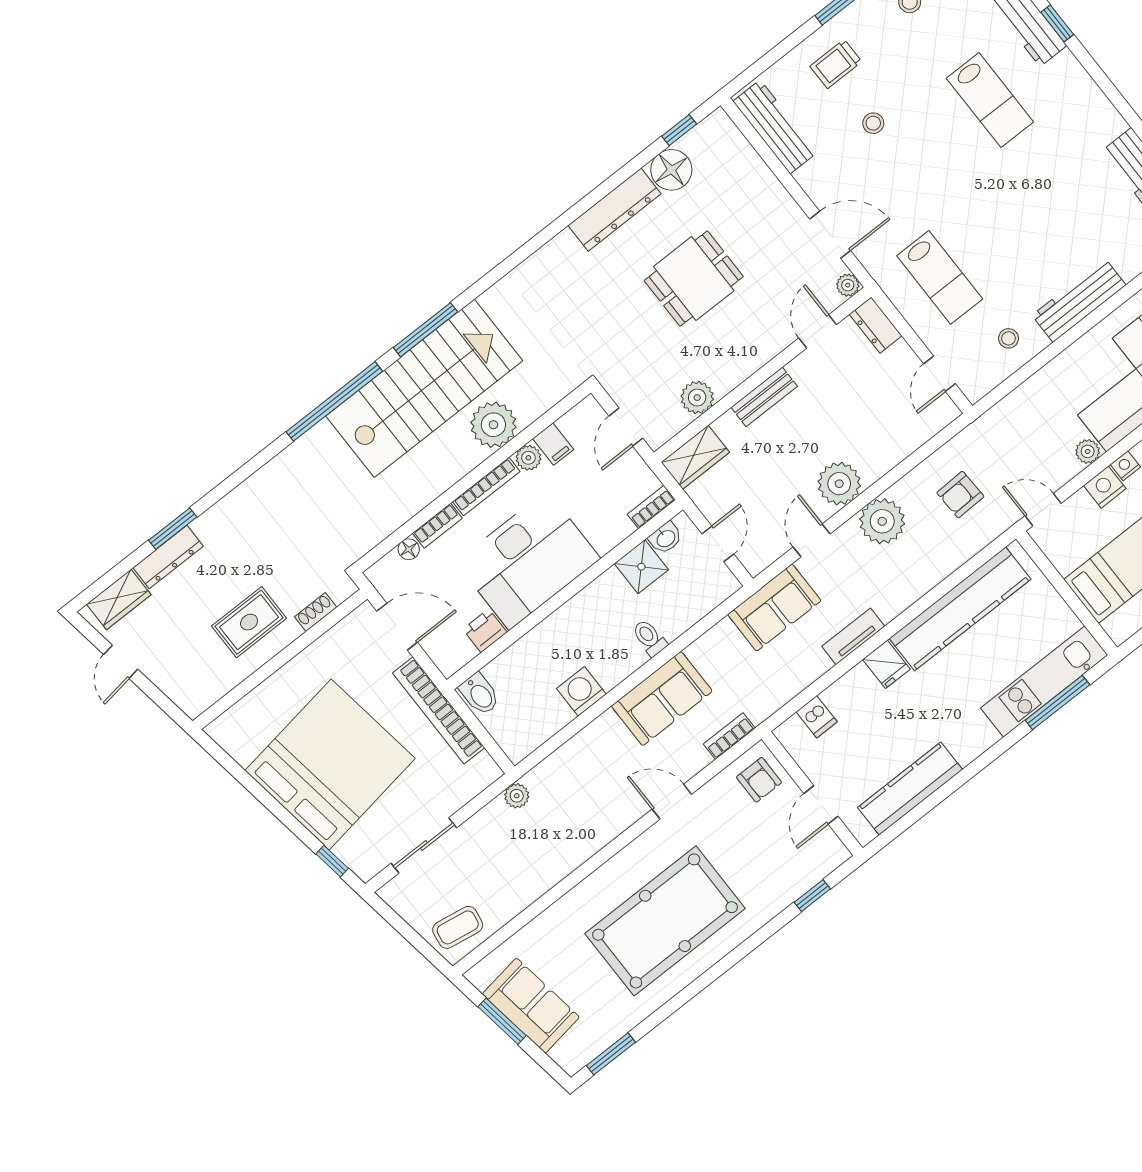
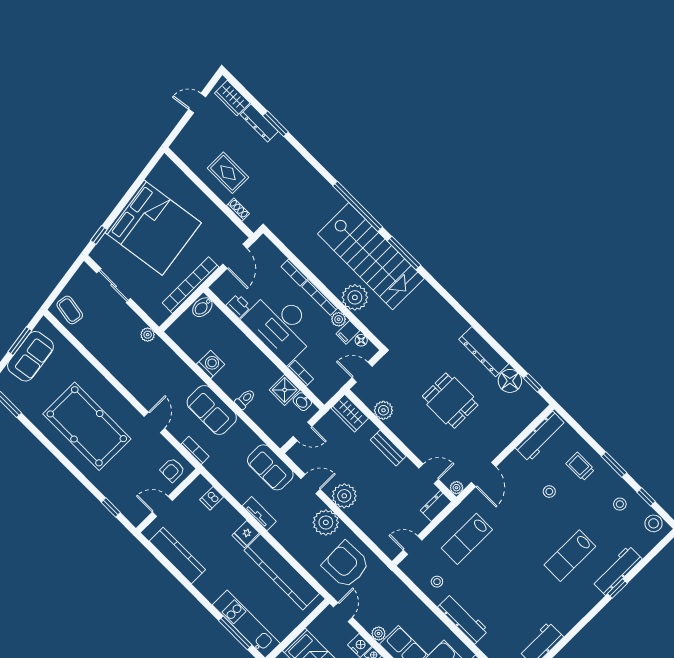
armchair: (960, 495) -> (346, 565), width x1.88, depth x1.88
bookcase: (651, 507) -> (301, 373), moved
floor lamp: (409, 549) -> (361, 340), moved

